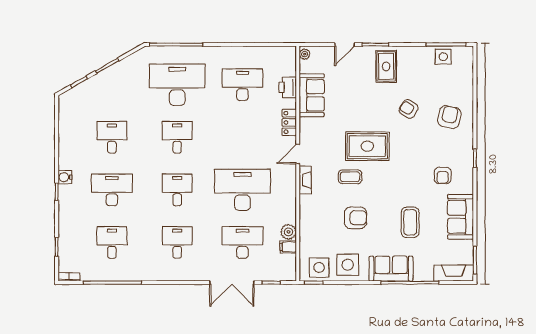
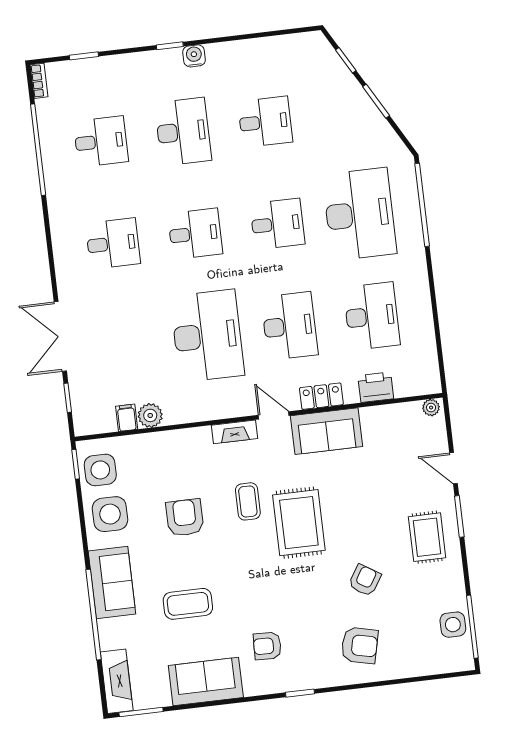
rug: (386, 66) -> (427, 537), turned 90
sofa: (312, 95) -> (326, 431), moved
armchair: (355, 218) -> (185, 518), turned 180
desk: (243, 242) -> (290, 326), moved

